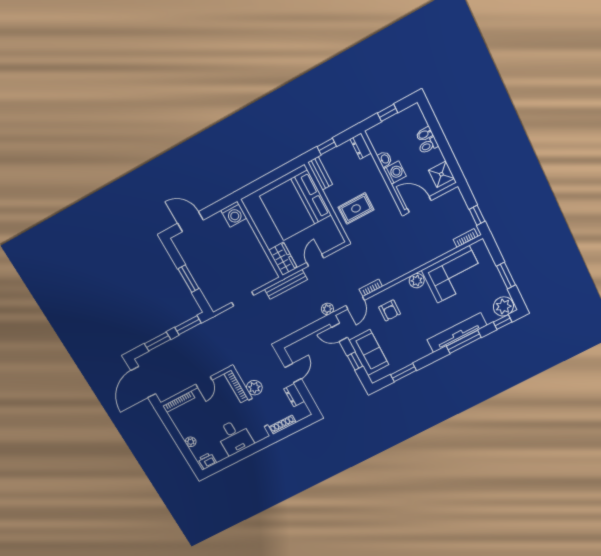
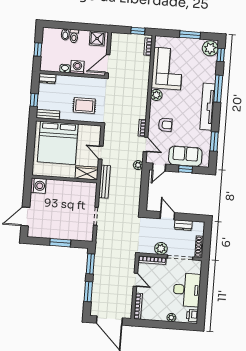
rug: (356, 208) -> (84, 106), turned 90
tv unit: (457, 333) -> (208, 107), moved
desk: (234, 437) -> (187, 290), width x1.37

